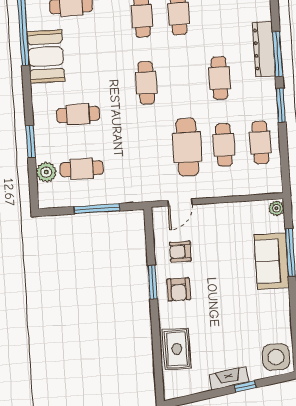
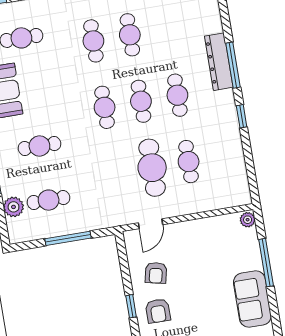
window: (281, 105) -> (242, 116), width x0.67
cafe table: (261, 142) -> (141, 101), moved
armchair: (180, 252) -> (156, 273), turned -78
sofa: (272, 261) -> (252, 299), moved
window: (152, 282) -> (131, 306), width x0.67

